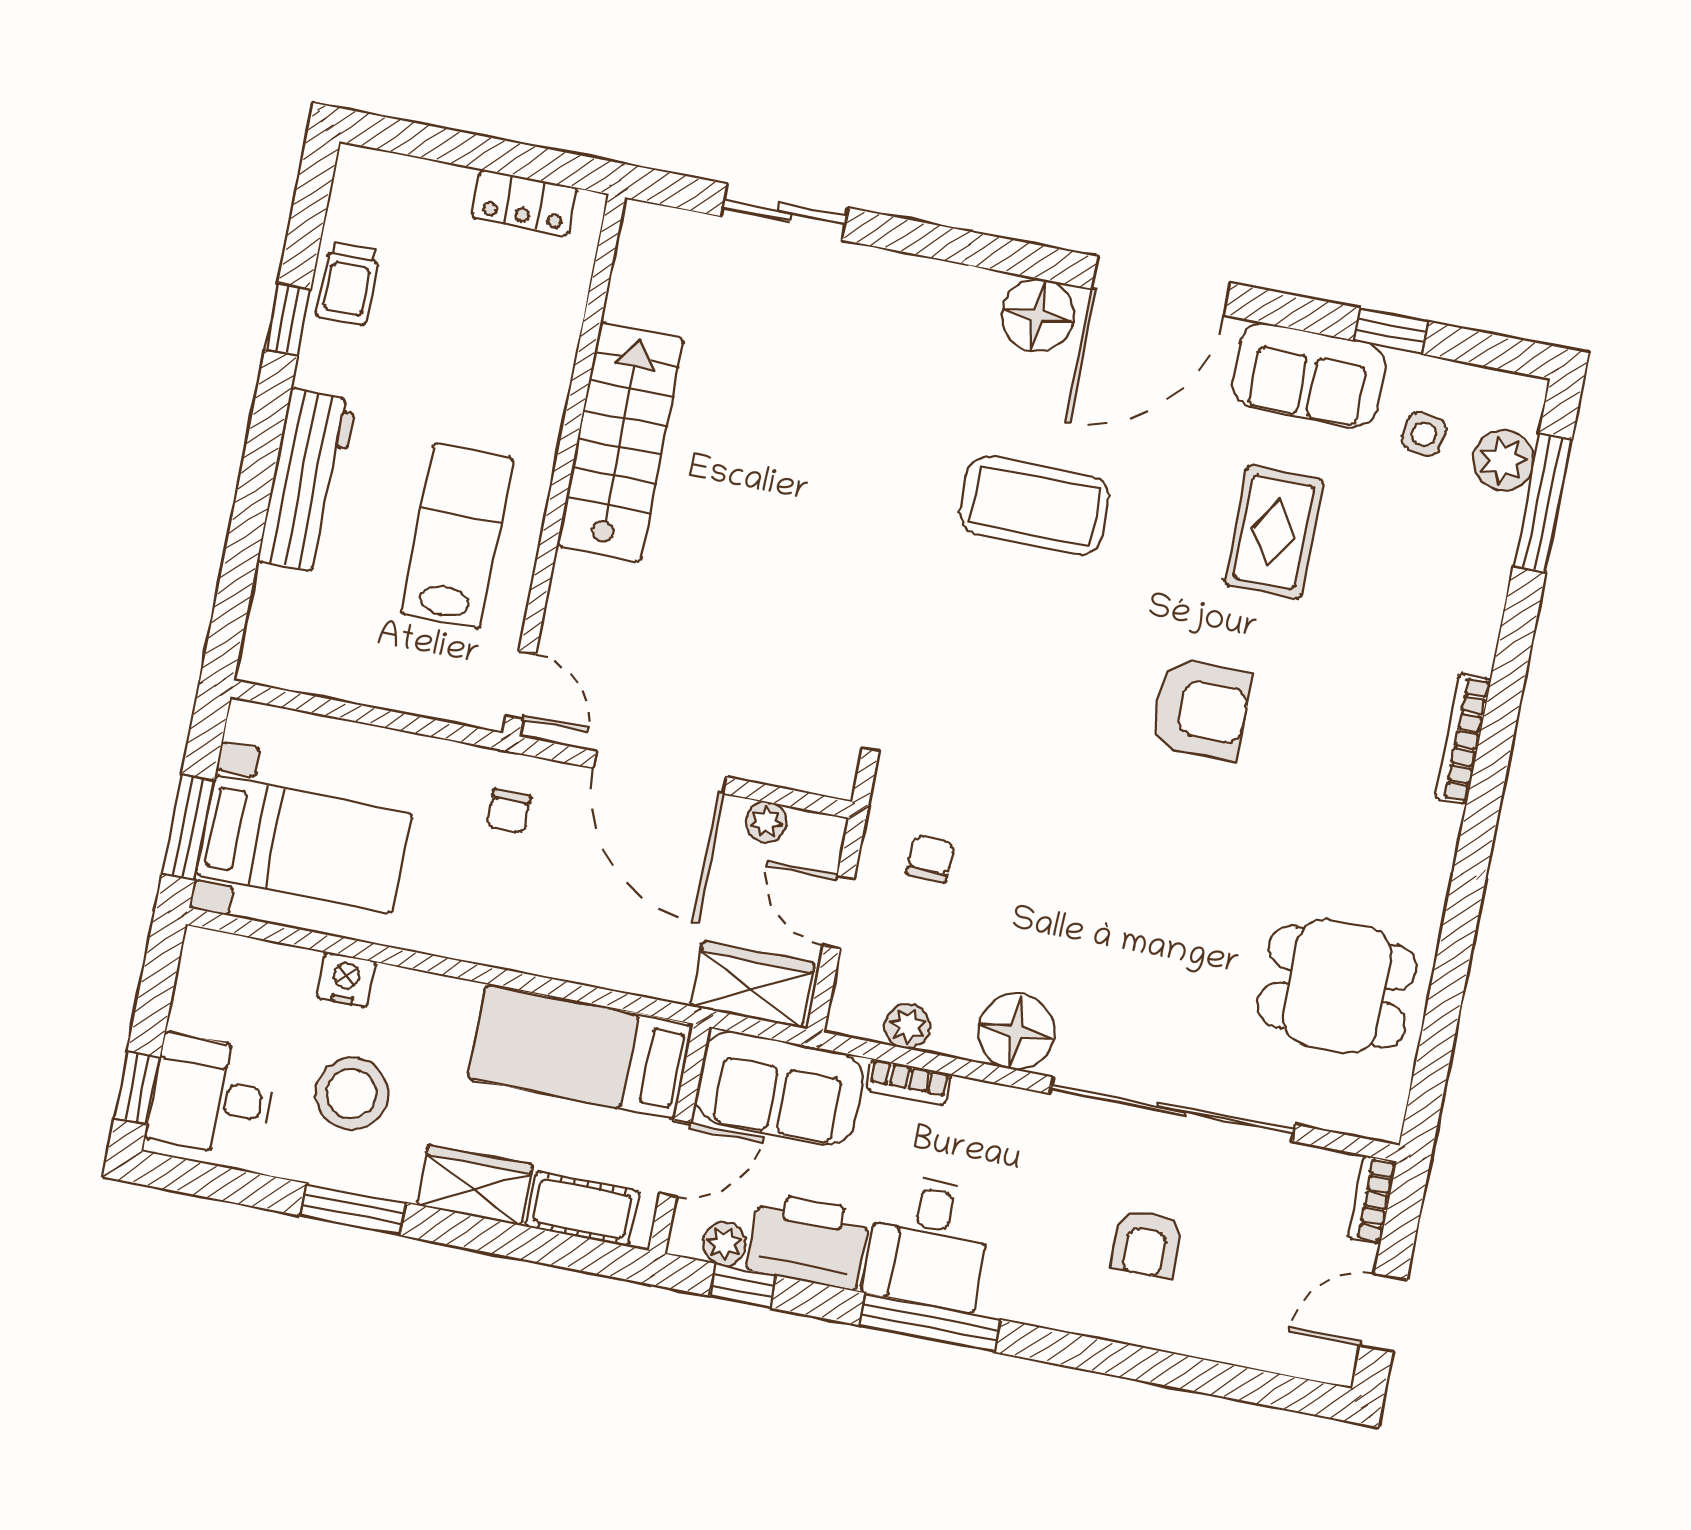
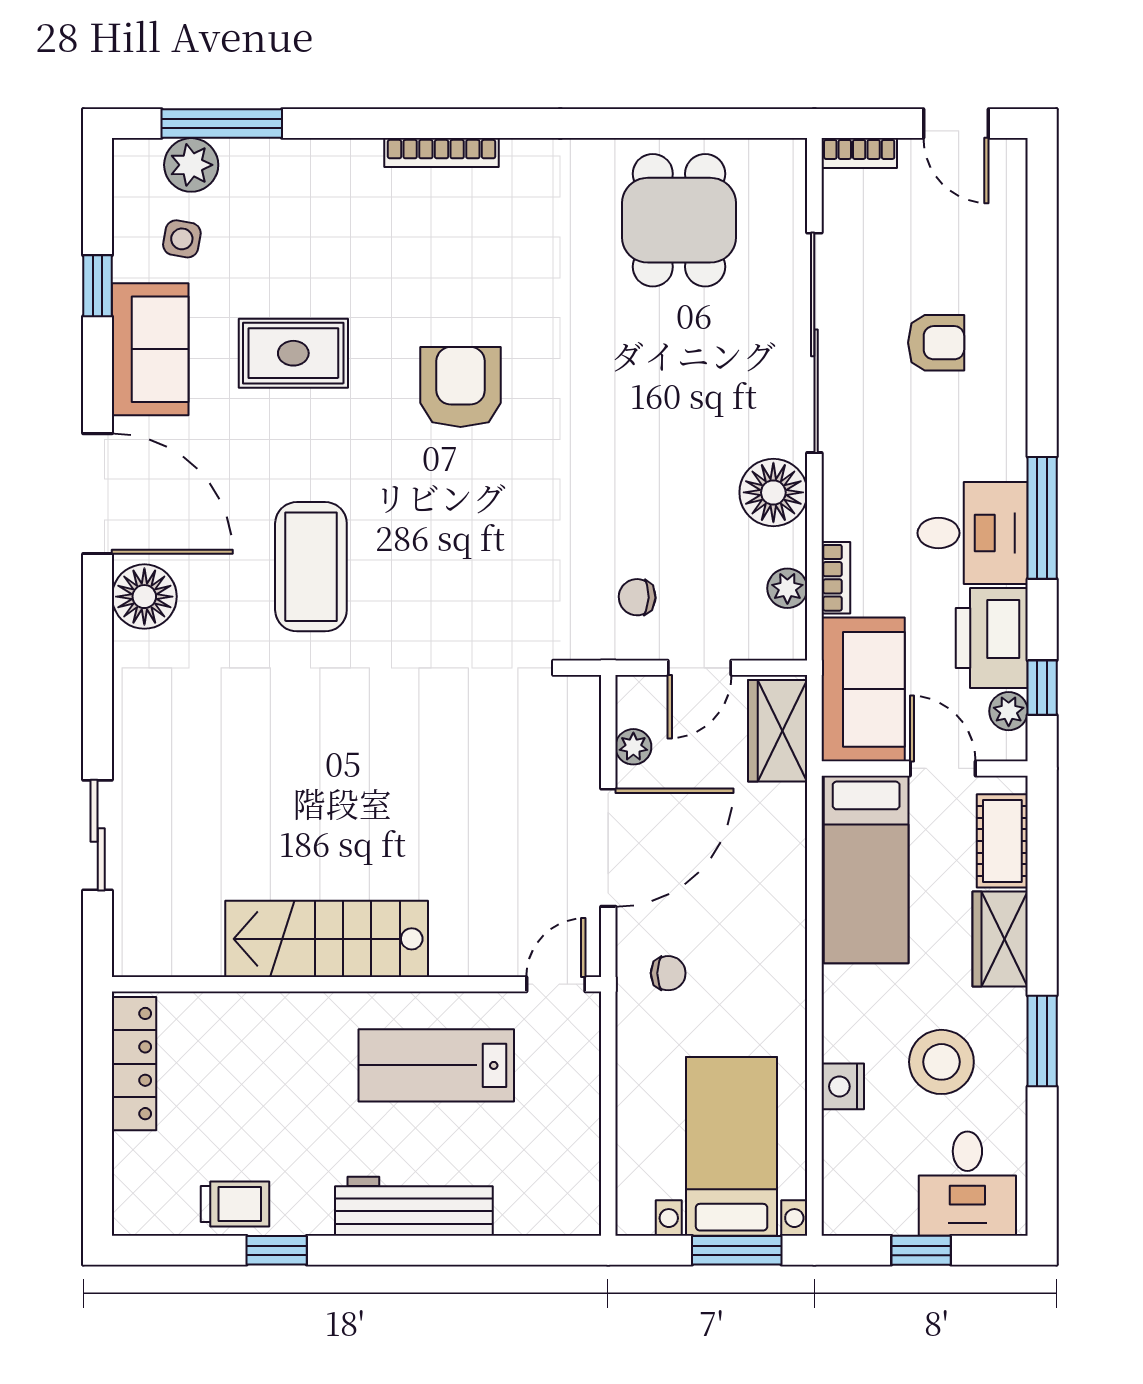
locker: (525, 203) -> (134, 1064), width x1.53
window: (137, 1088) -> (921, 1250), moved

